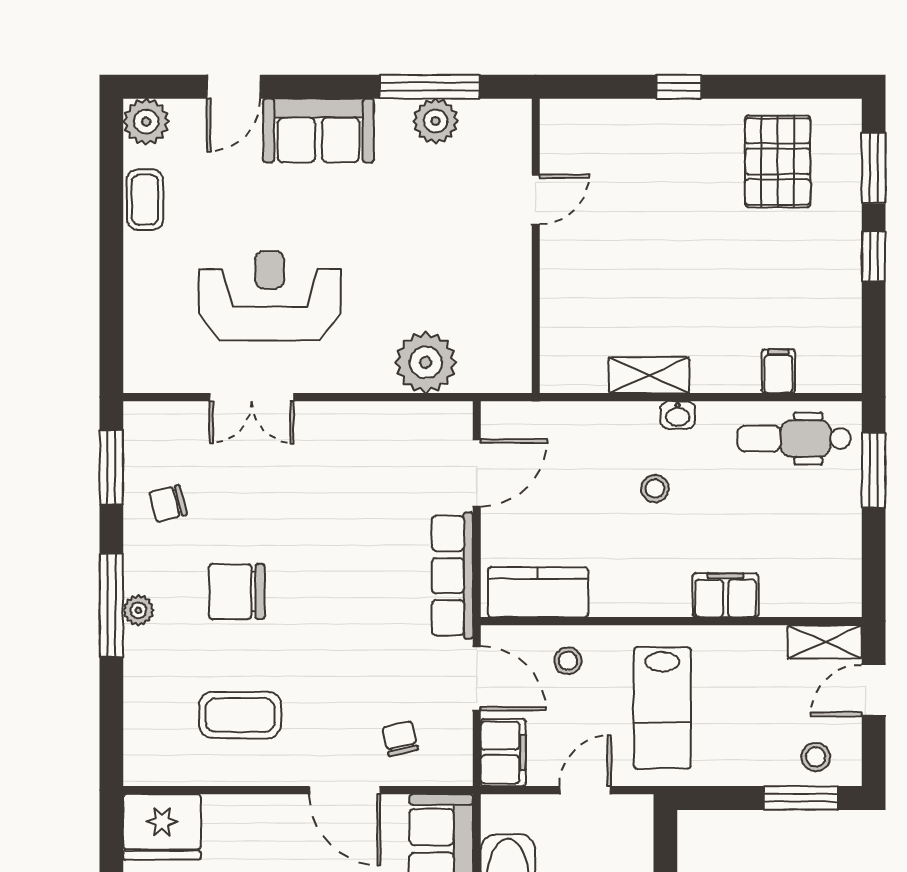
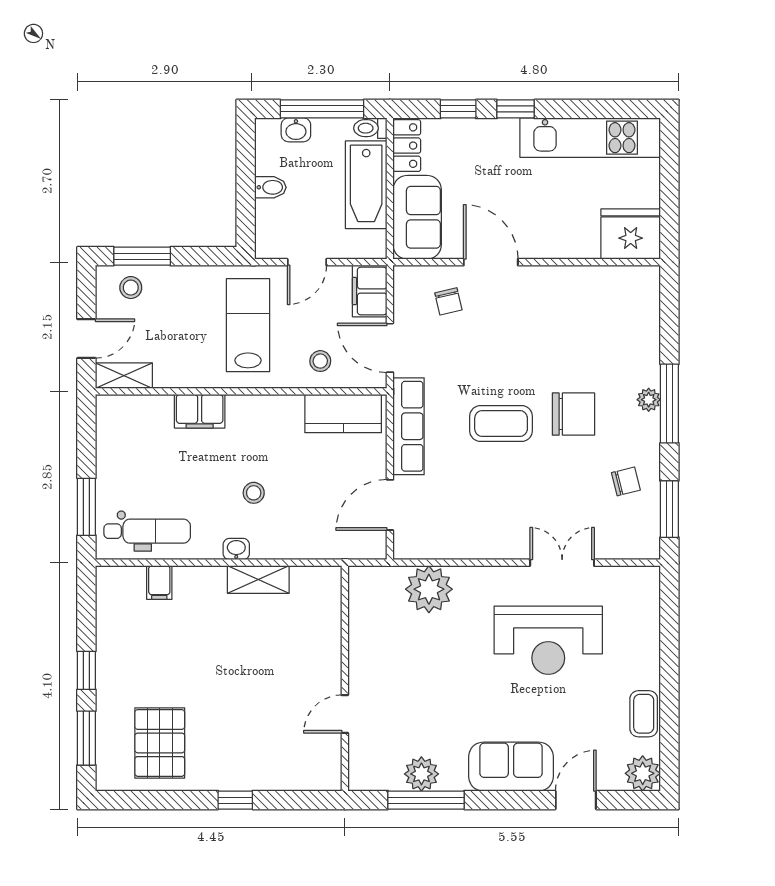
coffee table: (240, 715) -> (501, 424), moved

